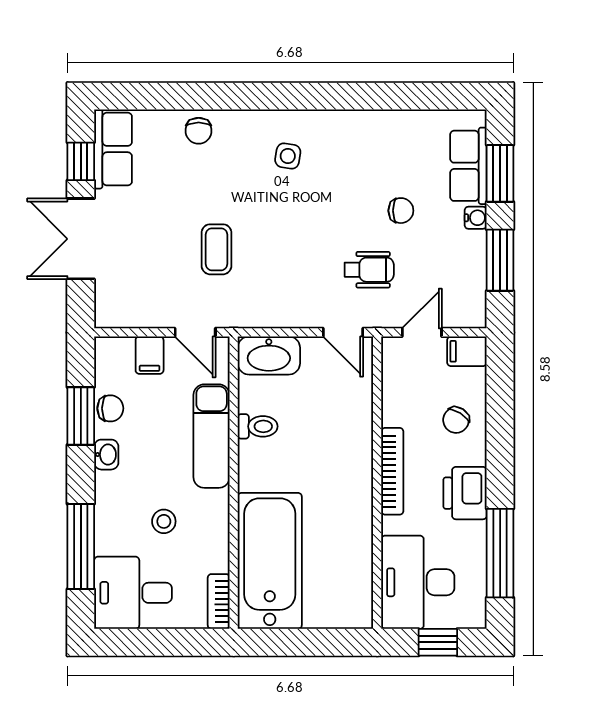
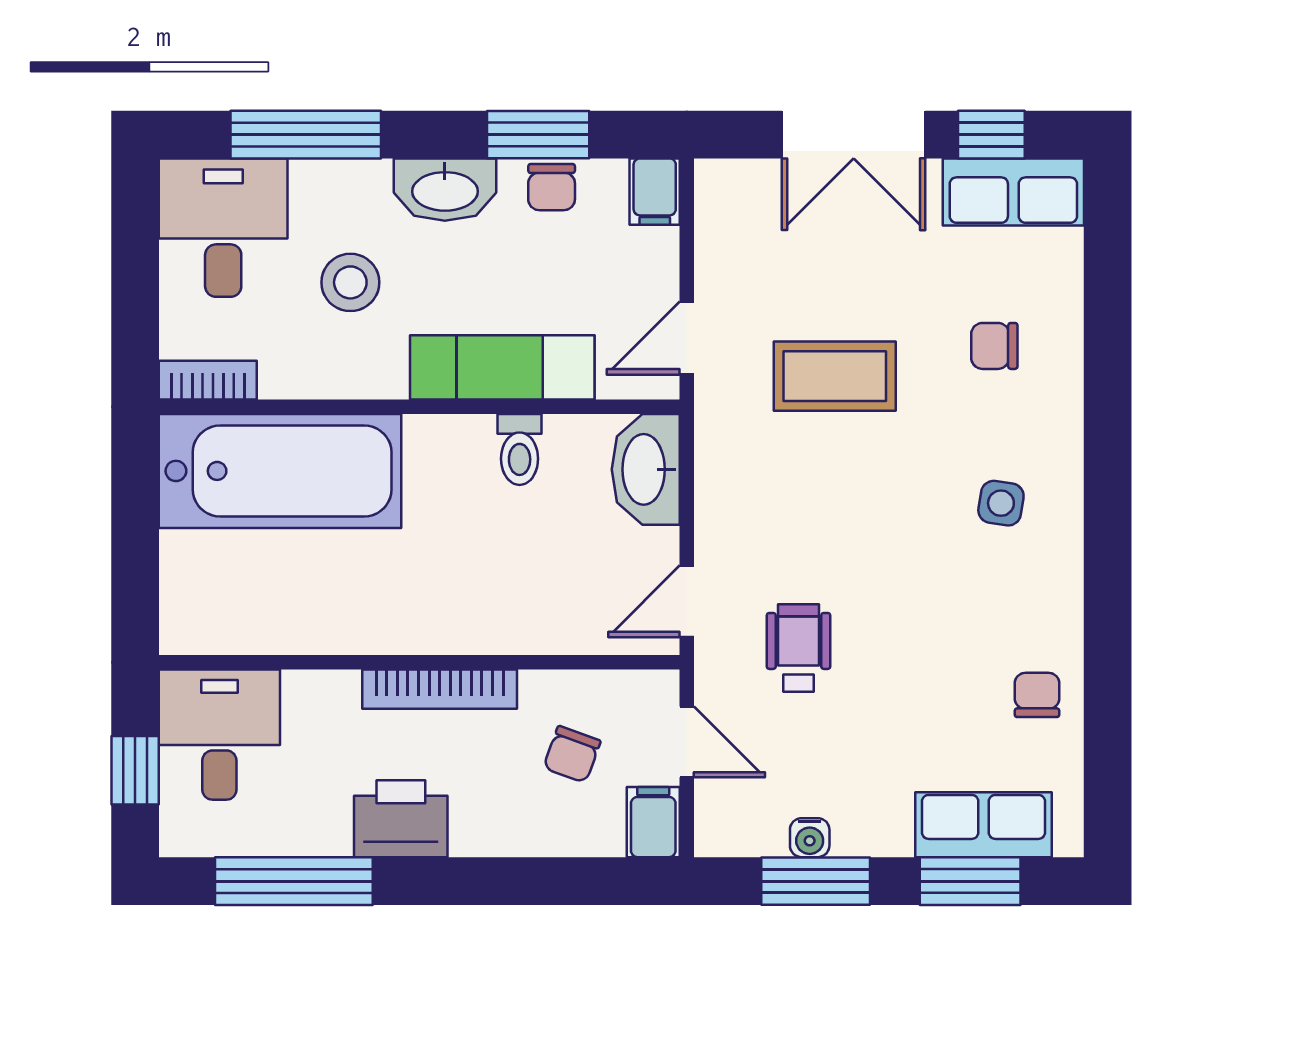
chair: (199, 131) -> (994, 346), moved
chair: (401, 211) -> (1037, 695), moved, turned 180
water cooler: (476, 218) -> (810, 838), moved
double door: (81, 239) -> (854, 135), swing flipped
coffee table: (216, 249) -> (835, 376), width x1.36, depth x1.30
wheelchair: (369, 270) -> (799, 648), turned 180
filing cabinet: (150, 355) -> (655, 192), moved, turned -90
chair: (456, 420) -> (572, 754), moved, turned -102
washbasin: (106, 455) -> (445, 190), width x1.91, depth x1.45
stool: (164, 521) -> (350, 282), width x1.37, depth x1.37
desk: (418, 582) -> (219, 735), width x0.73

